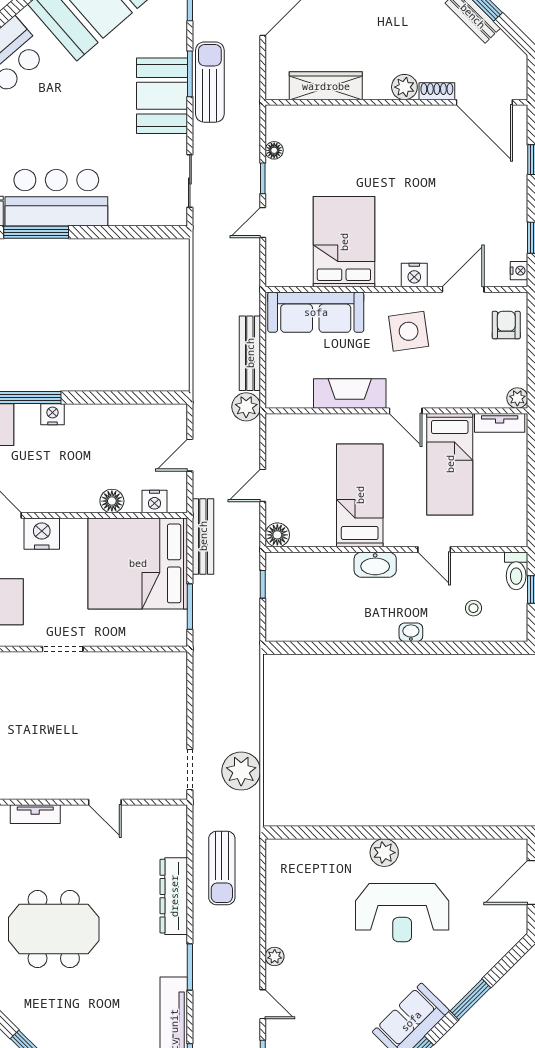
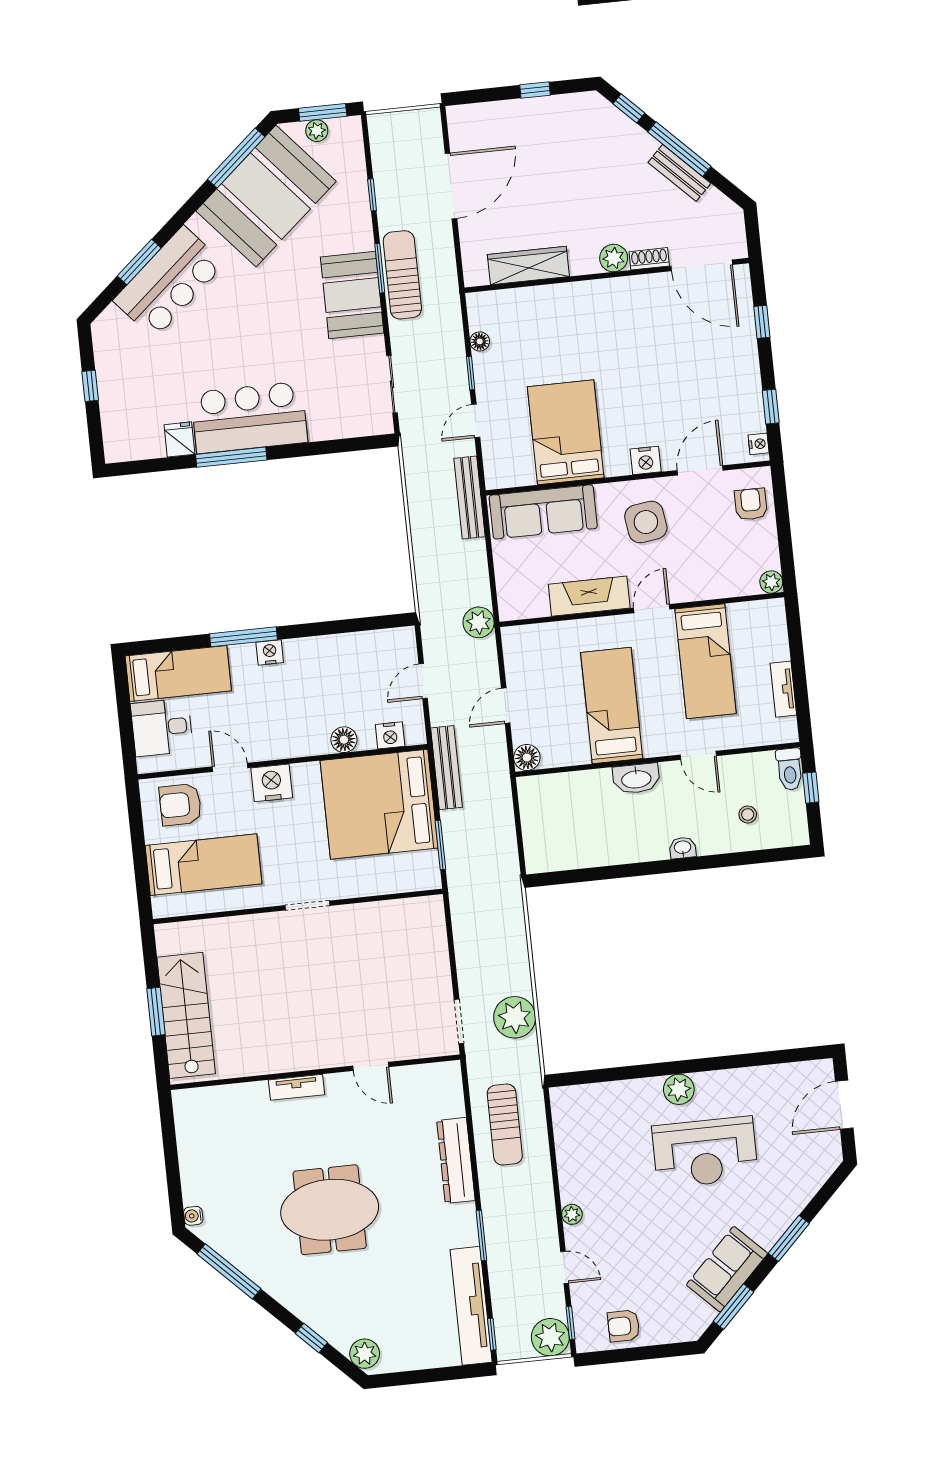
bench: (250, 353) -> (470, 498), moved
door: (406, 411) -> (652, 609), swing flipped
tv unit: (500, 423) -> (783, 689), moved, turned 90
window: (263, 584) -> (517, 812), removed

